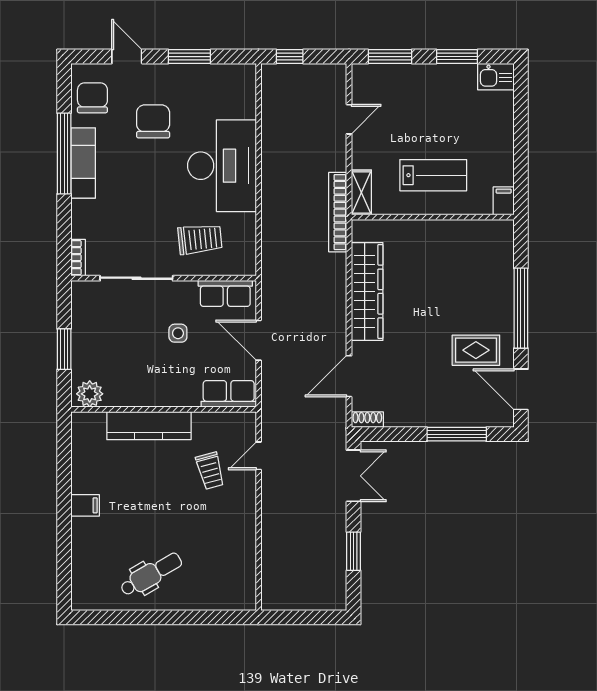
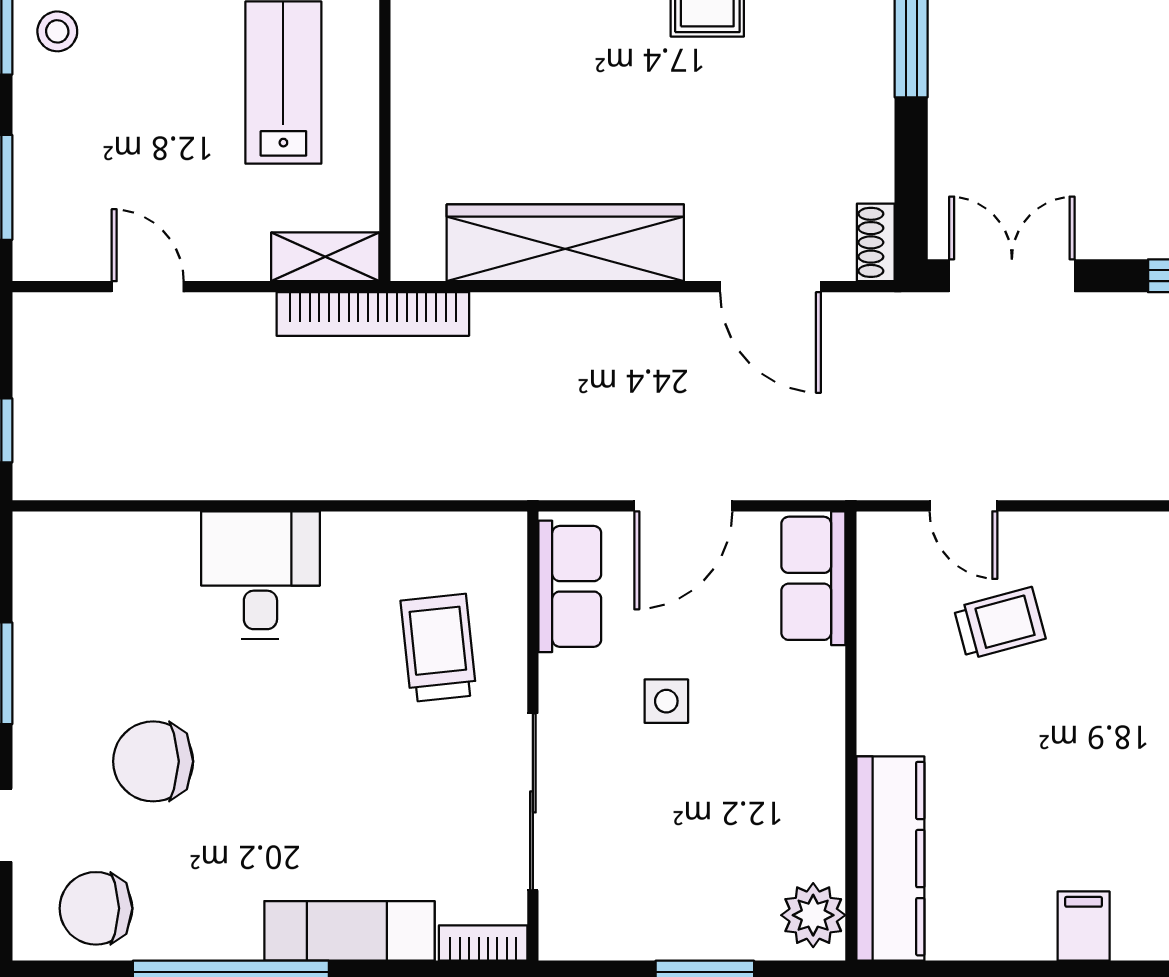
stool: (454, 82) -> (57, 31), added
exam couch: (83, 163) -> (349, 931), moved
desk: (222, 166) -> (260, 575), width x0.53, depth x0.77
kitchen counter: (149, 426) -> (890, 859), moved

